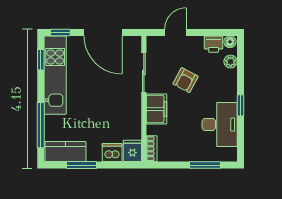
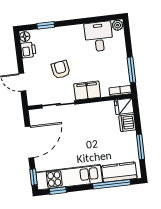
plant: (231, 62) -> (118, 25), moved
armchair: (186, 80) -> (61, 69), turned -127
window: (240, 105) -> (46, 25), moved
desk: (220, 125) -> (99, 37), width x0.73
kitchen counter: (66, 152) -> (119, 172), moved, turned 90
window: (205, 165) -> (131, 70), moved

